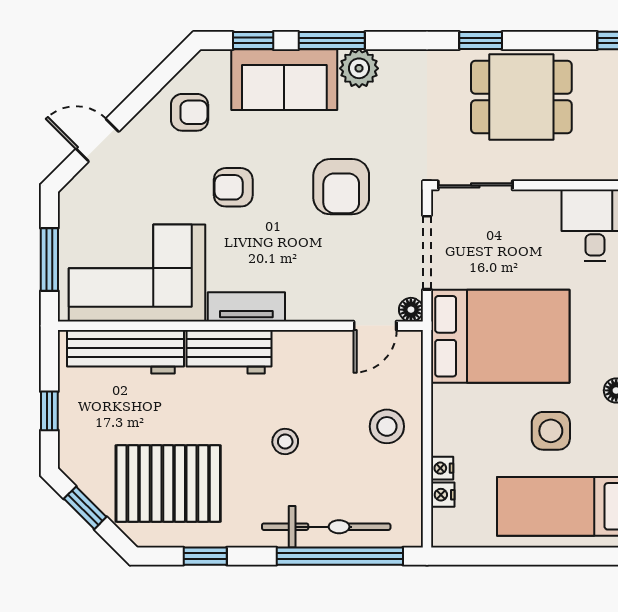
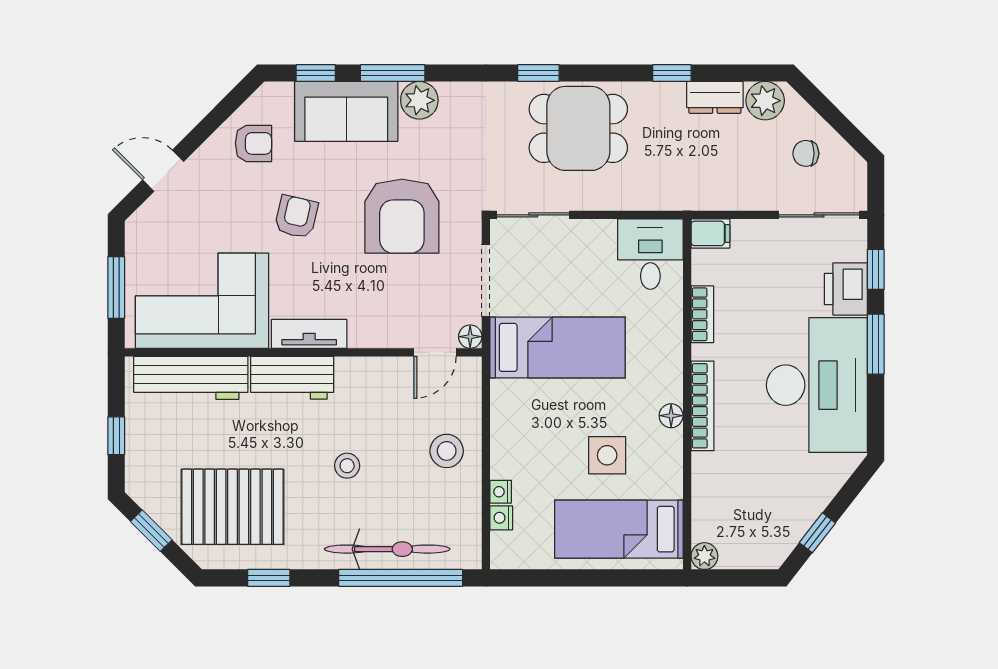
armchair: (233, 187) -> (296, 217), turned 103
armchair: (341, 187) -> (402, 216), width x1.36, depth x1.36
bed: (500, 336) -> (558, 347), width x0.67

